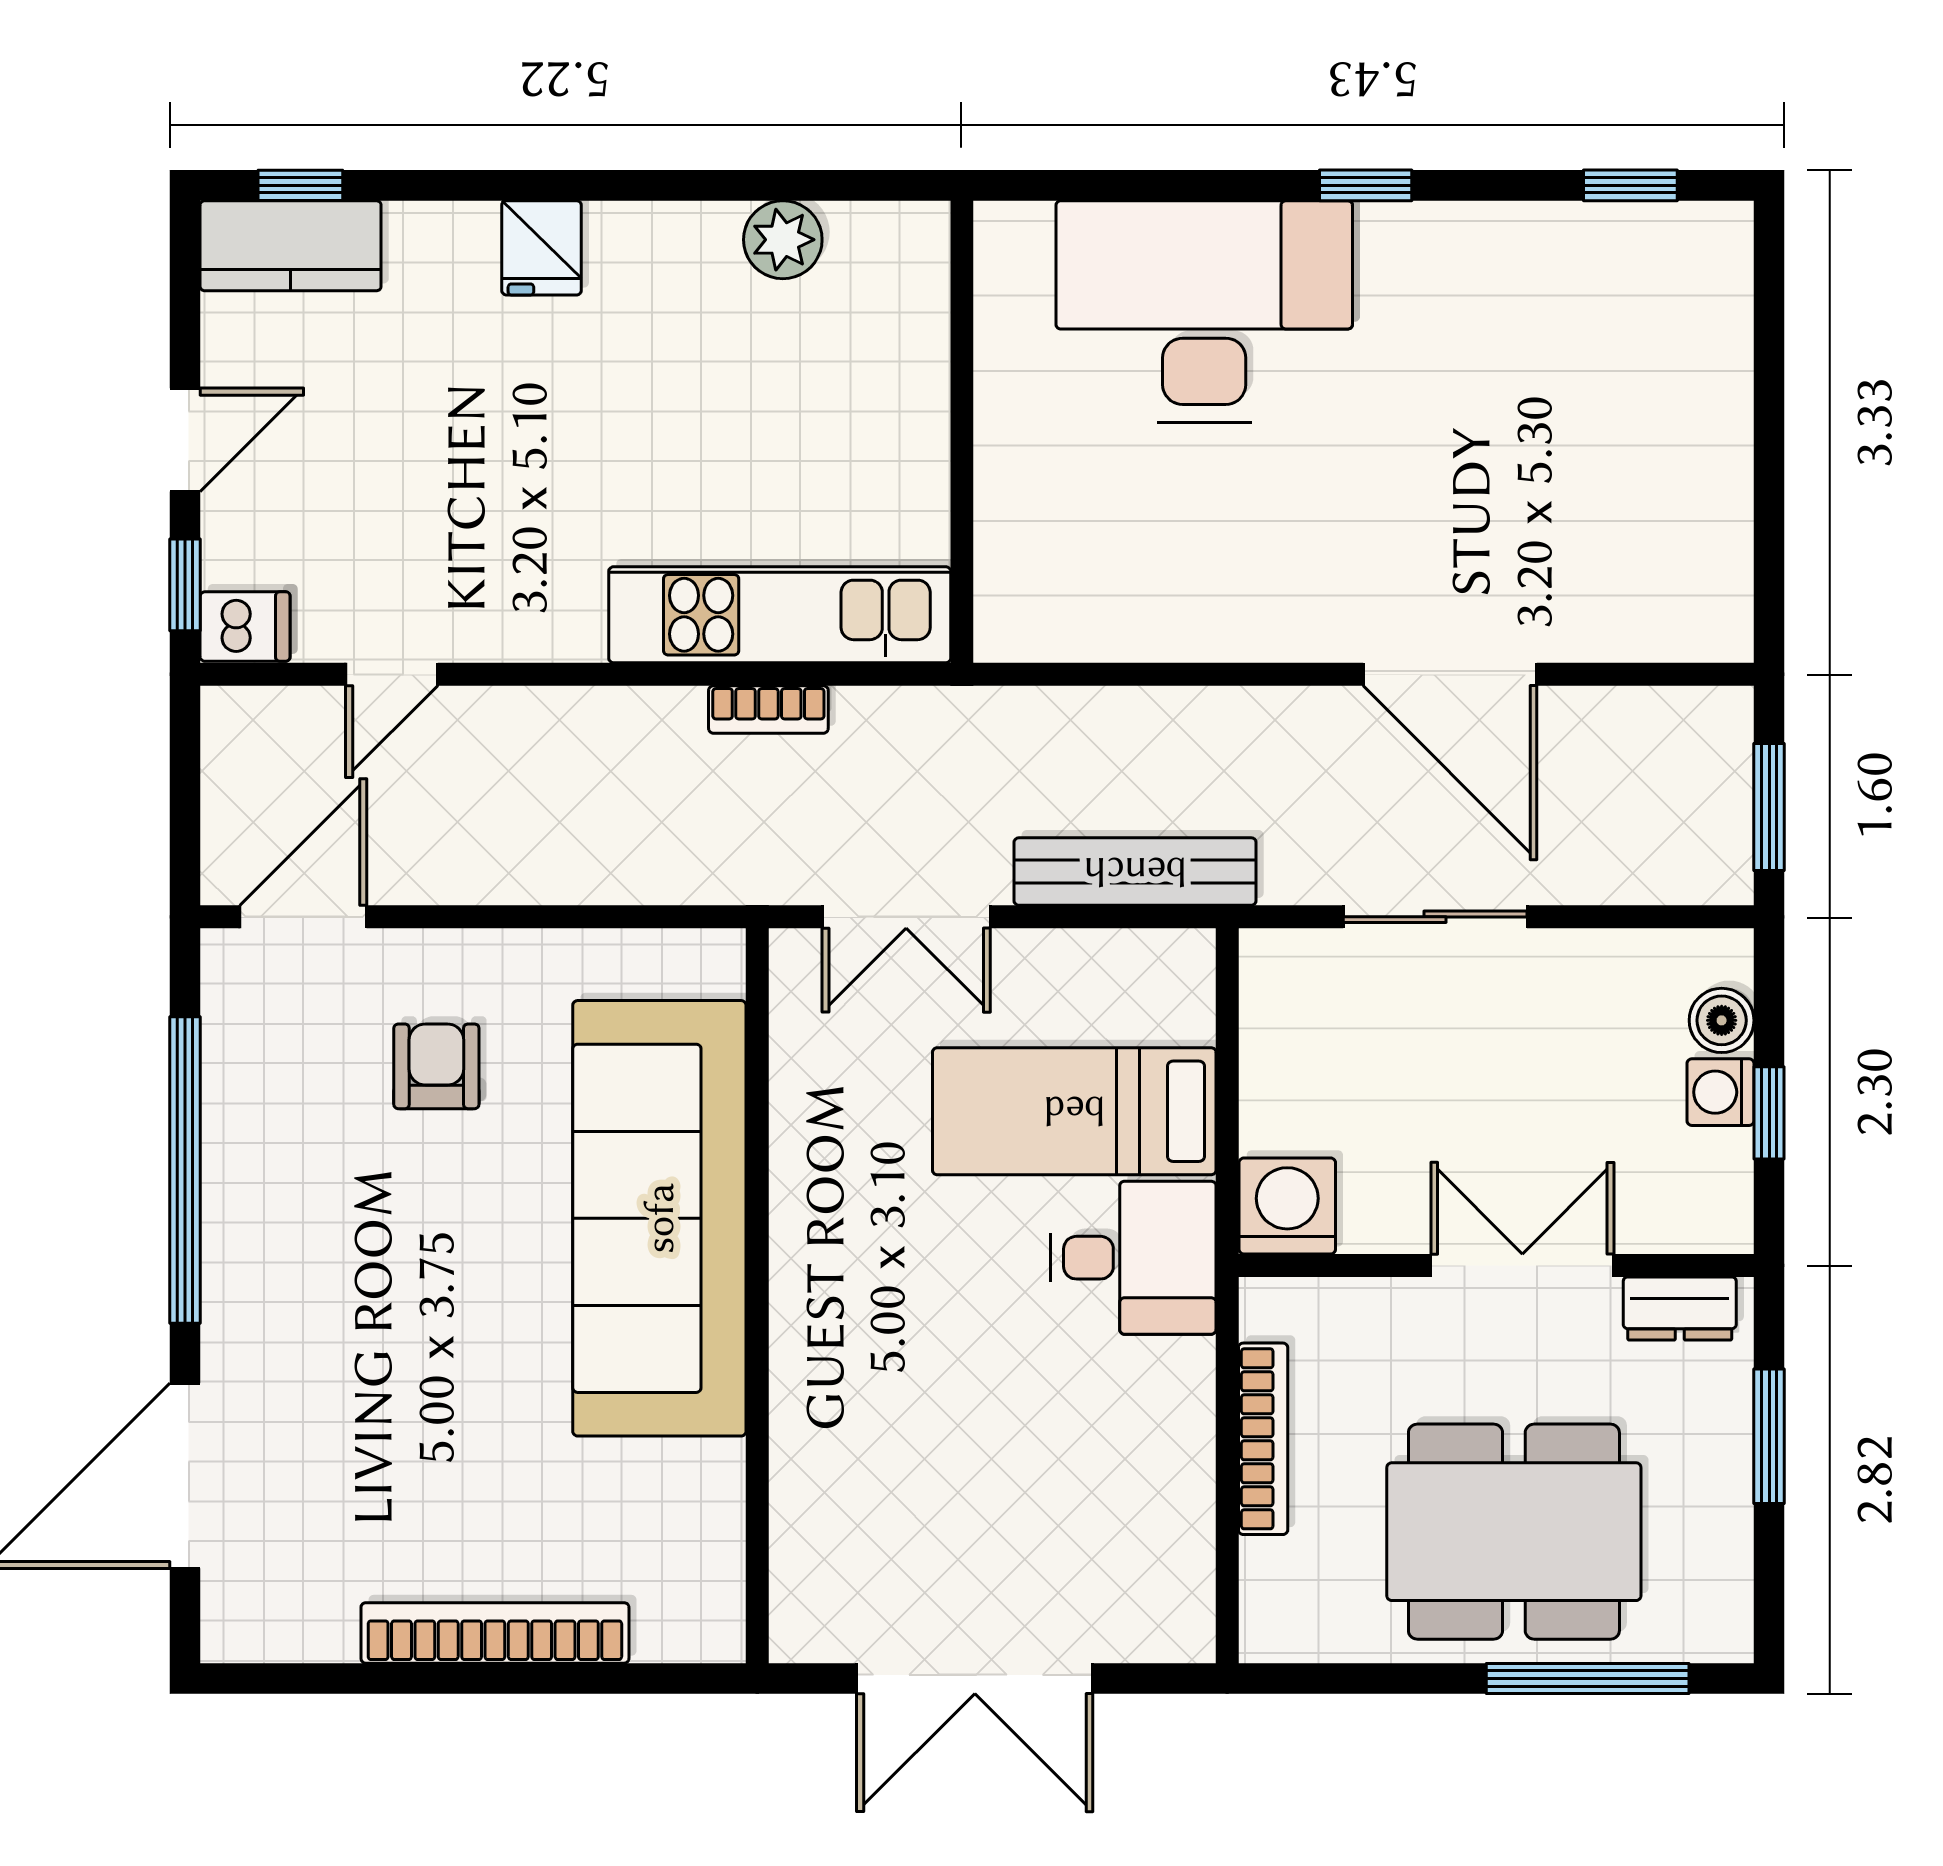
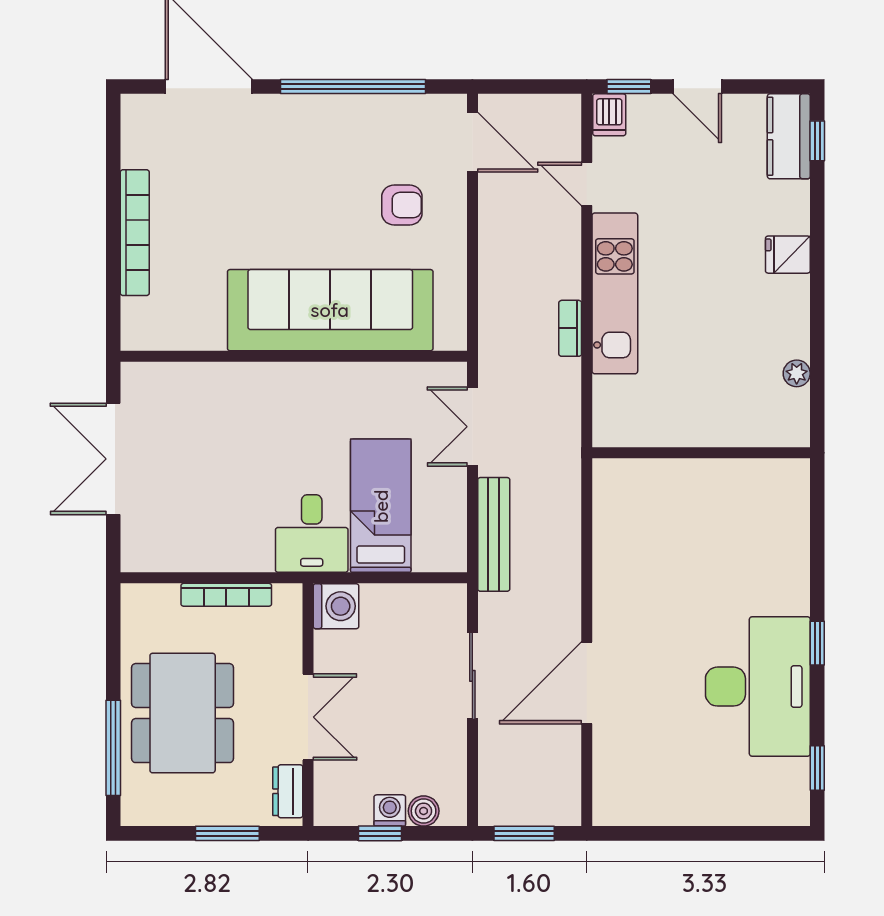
plant: (783, 240) -> (797, 373), width x0.73, depth x0.73
desk: (1204, 311) -> (758, 687), moved
kitchen unit: (780, 615) -> (615, 293), moved
bookcase: (768, 709) -> (570, 328), moved

